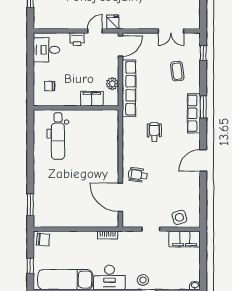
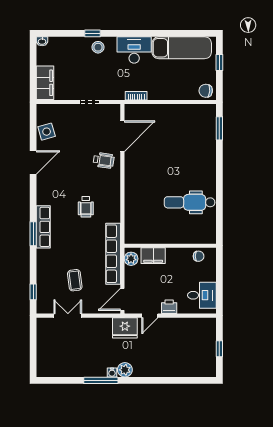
fridge: (113, 22) -> (125, 328), width x1.88, depth x1.34
coffee table: (177, 71) -> (75, 280), moved
filing cabinet: (92, 99) -> (153, 256), moved
wall: (76, 108) -> (170, 246), moved
dental chair: (58, 136) -> (190, 202), turned -90
door: (203, 160) -> (33, 162), moved
door: (120, 197) -> (122, 136), hinge flipped
side table: (179, 217) -> (47, 132), moved
filing cabinet: (185, 239) -> (45, 83), moved, turned 90

